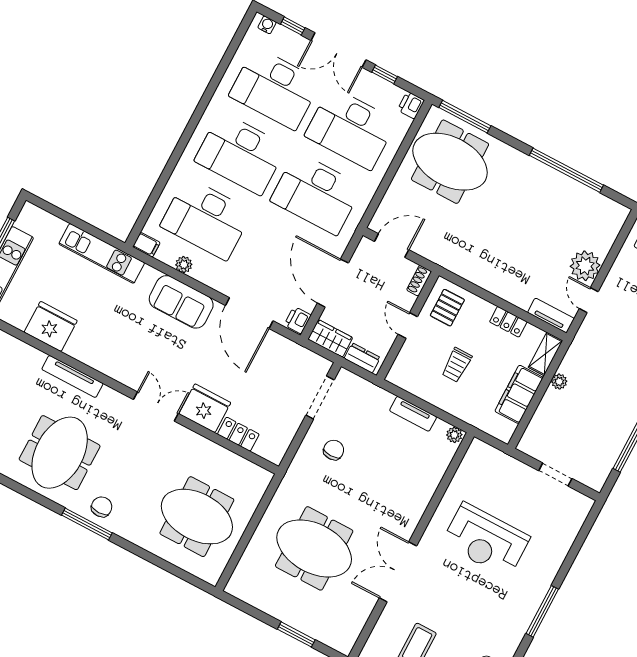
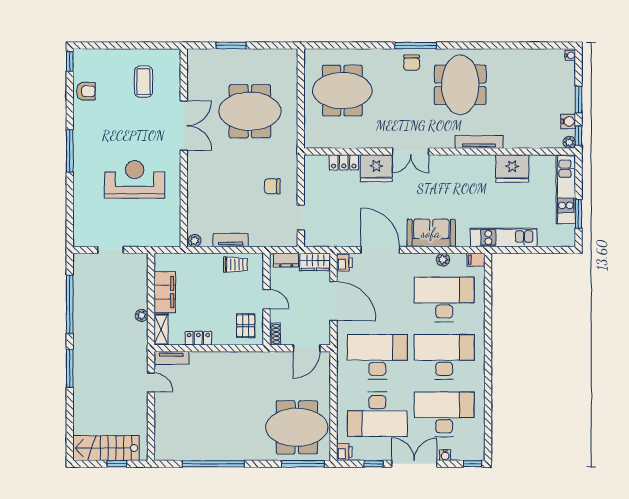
water cooler: (267, 25) -> (445, 455), moved
window: (293, 26) -> (472, 464), moved
desk: (351, 128) -> (377, 414), turned 180
plant: (585, 266) -> (166, 405), removed
trolley: (457, 365) -> (235, 265), moved, turned 90
doorway: (320, 398) -> (301, 217), width x0.73
chair: (334, 450) -> (272, 186), turned 90

